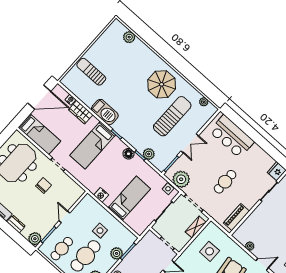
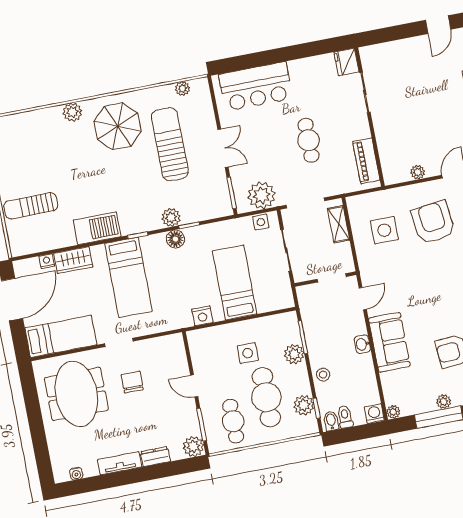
plant: (129, 37) -> (72, 112), moved
plant: (149, 154) -> (171, 218), moved

